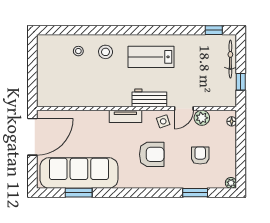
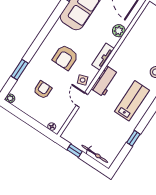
window: (214, 30) -> (133, 138), moved
plant: (202, 118) -> (119, 31), moved
armchair: (200, 155) -> (43, 90), turned -90

